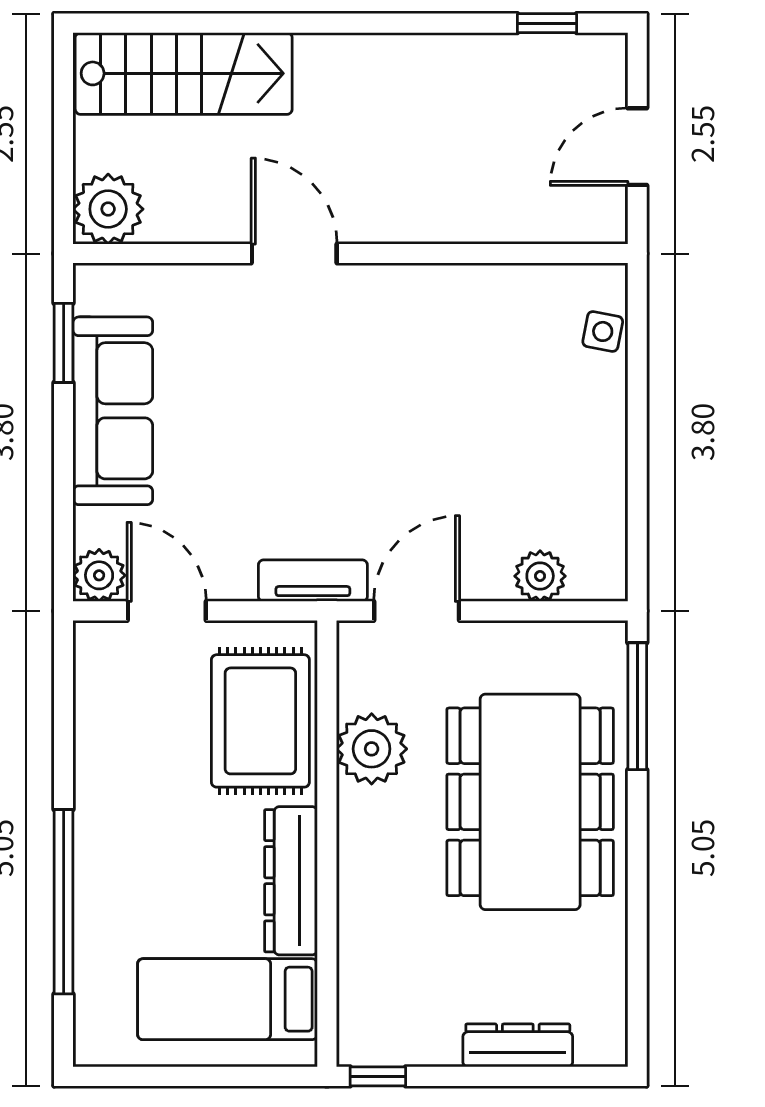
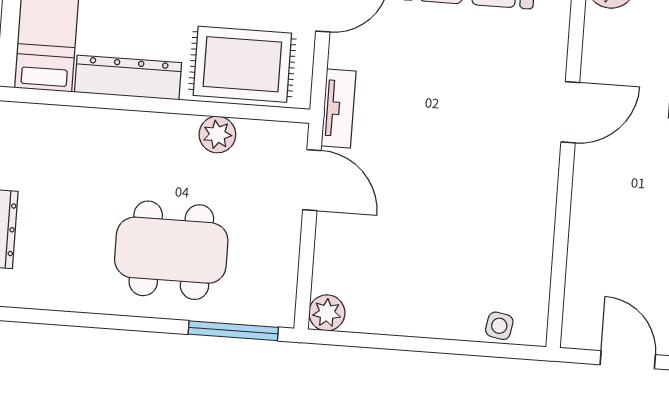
plant: (540, 576) -> (327, 313), moved
plant: (372, 749) -> (217, 135), width x0.73, depth x0.73
dining table: (530, 802) -> (171, 250), width x0.73, depth x0.80

